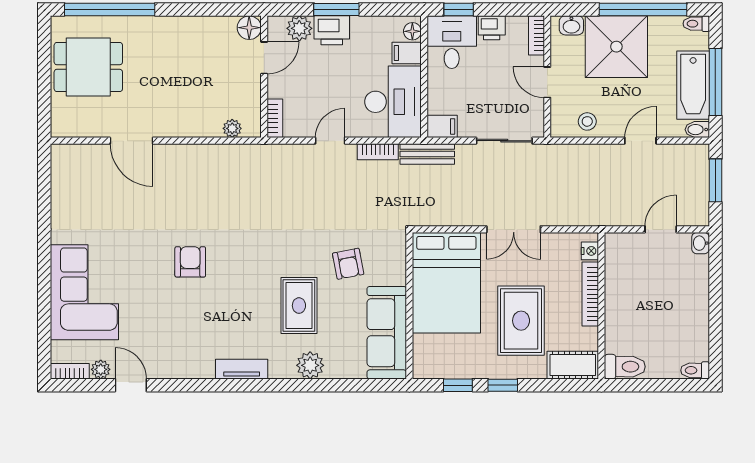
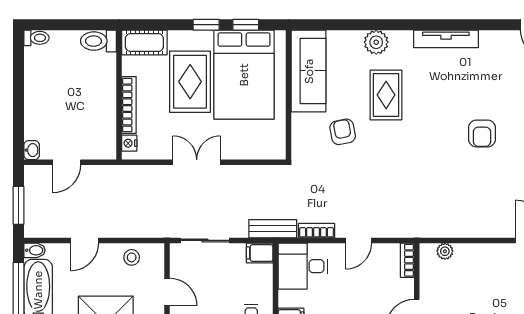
desk: (393, 102) -> (303, 266), width x0.73
bed: (446, 283) -> (244, 75), moved, turned 180
tv unit: (242, 369) -> (446, 39), width x1.41

